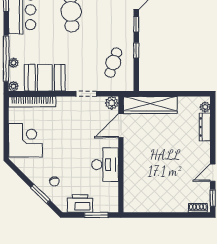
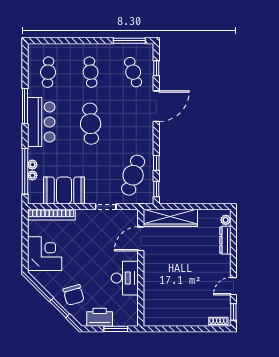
window: (136, 24) -> (156, 189), moved
cafe table: (113, 63) -> (133, 175), width x1.37, depth x1.35
plant: (13, 86) -> (32, 165), moved
plant: (112, 103) -> (132, 216), removed
chair: (54, 181) -> (74, 295), width x1.87, depth x1.87

